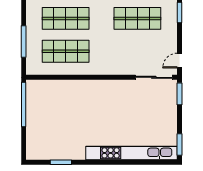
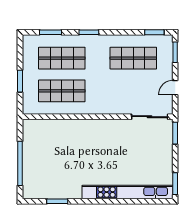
window: (24, 42) -> (20, 81), width x0.69
door: (179, 61) -> (175, 88), moved
window: (24, 105) -> (20, 163), moved

